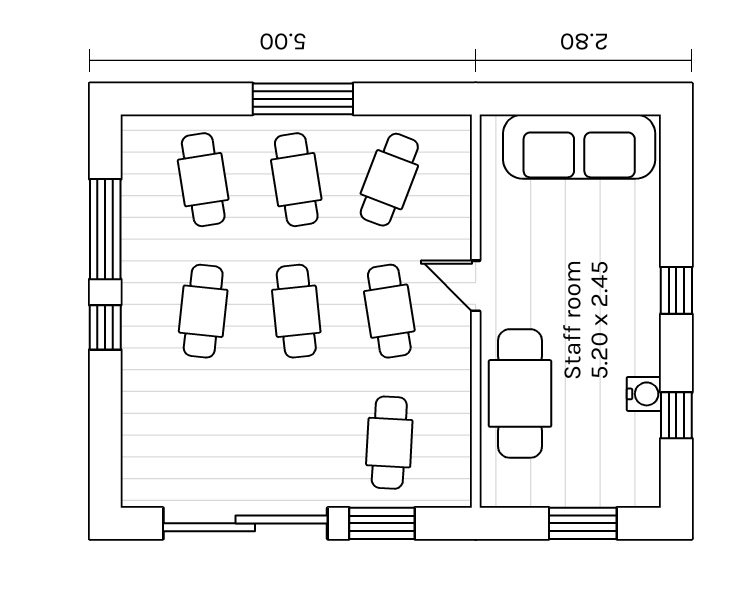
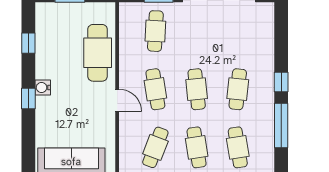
water cooler: (644, 394) -> (43, 87), moved

